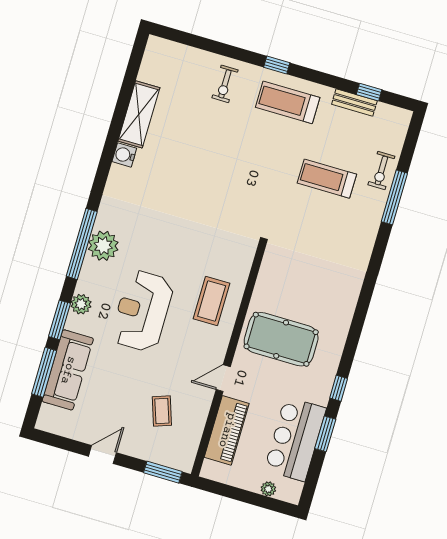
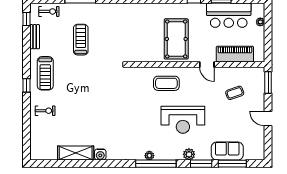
window: (369, 92) -> (26, 19), moved
exercise bike: (381, 171) -> (49, 11), moved
treadmill: (327, 179) -> (81, 40), turned 180
plant: (103, 246) -> (149, 156), width x0.53, depth x0.53
sofa: (68, 370) -> (227, 151), width x0.73

